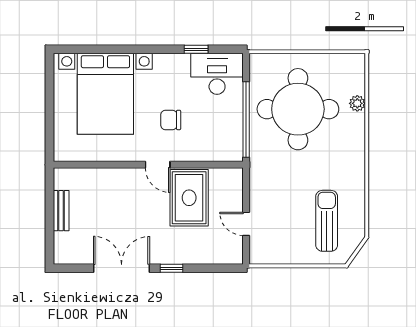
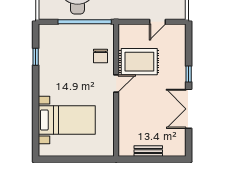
desk: (217, 74) -> (53, 42), removed
bed with nightstands: (105, 94) -> (67, 120), width x0.73
chair: (171, 120) -> (100, 56), moved

